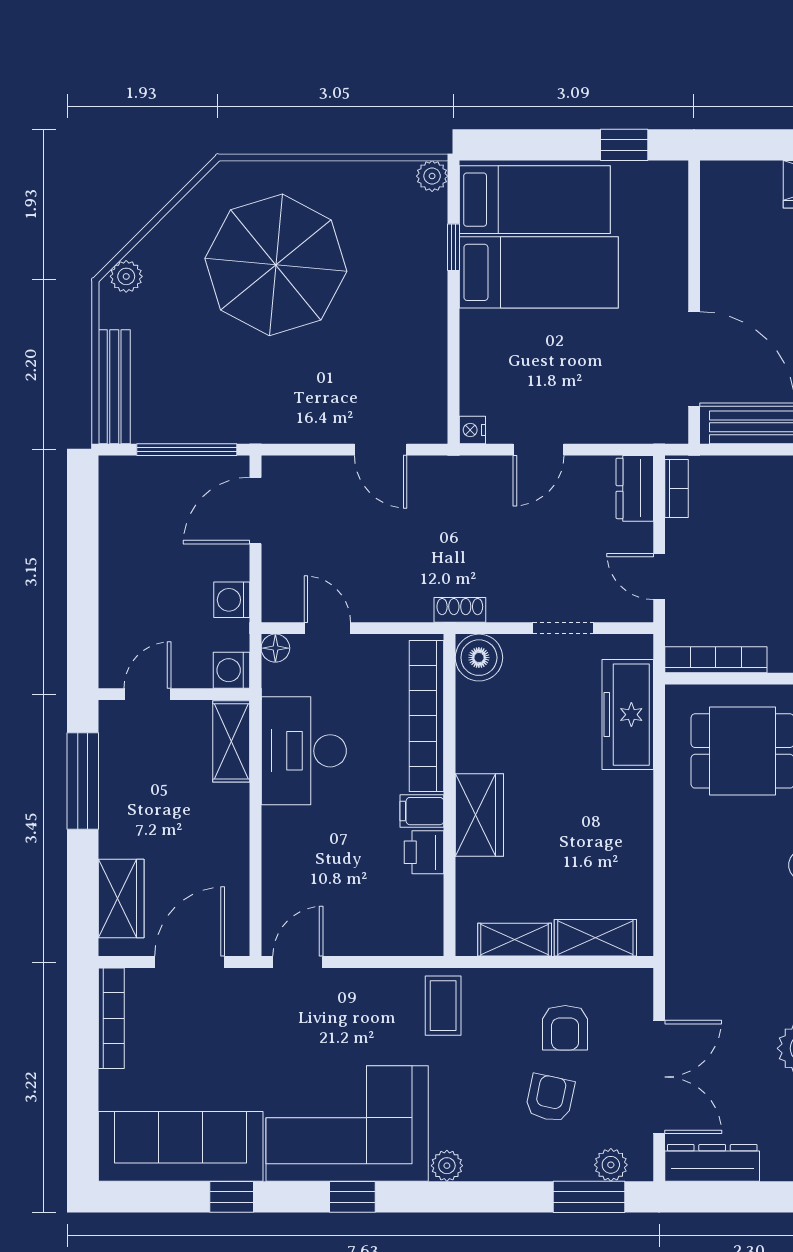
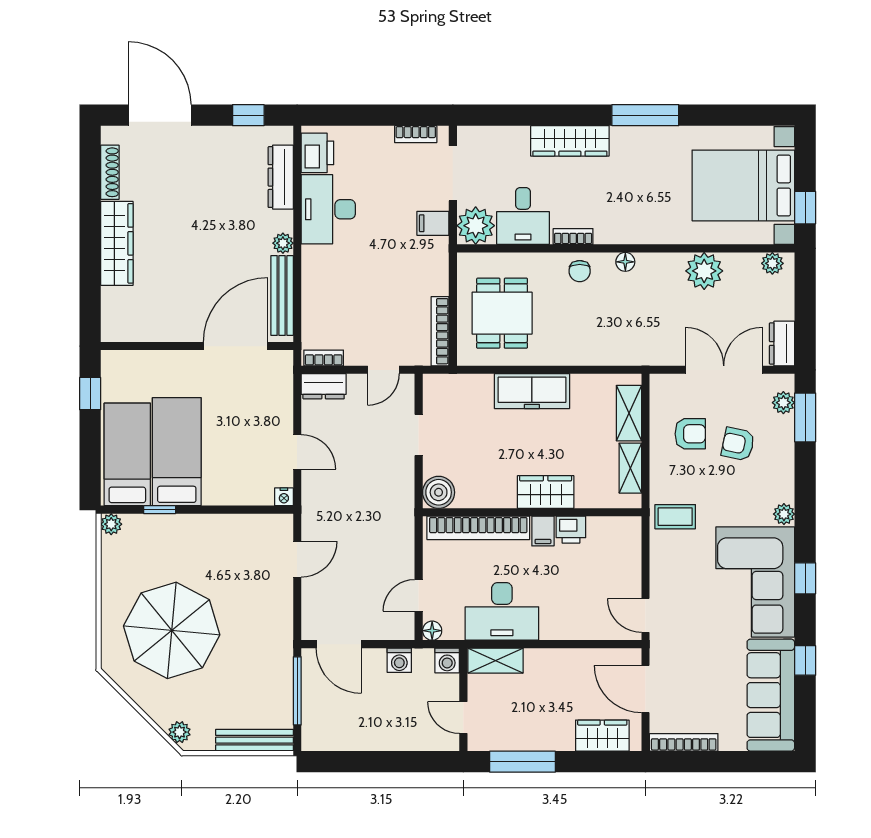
shoe rack: (460, 610) -> (406, 505), removed
freezer: (628, 715) -> (532, 391), moved
dresser: (712, 1163) -> (782, 343), width x0.70

